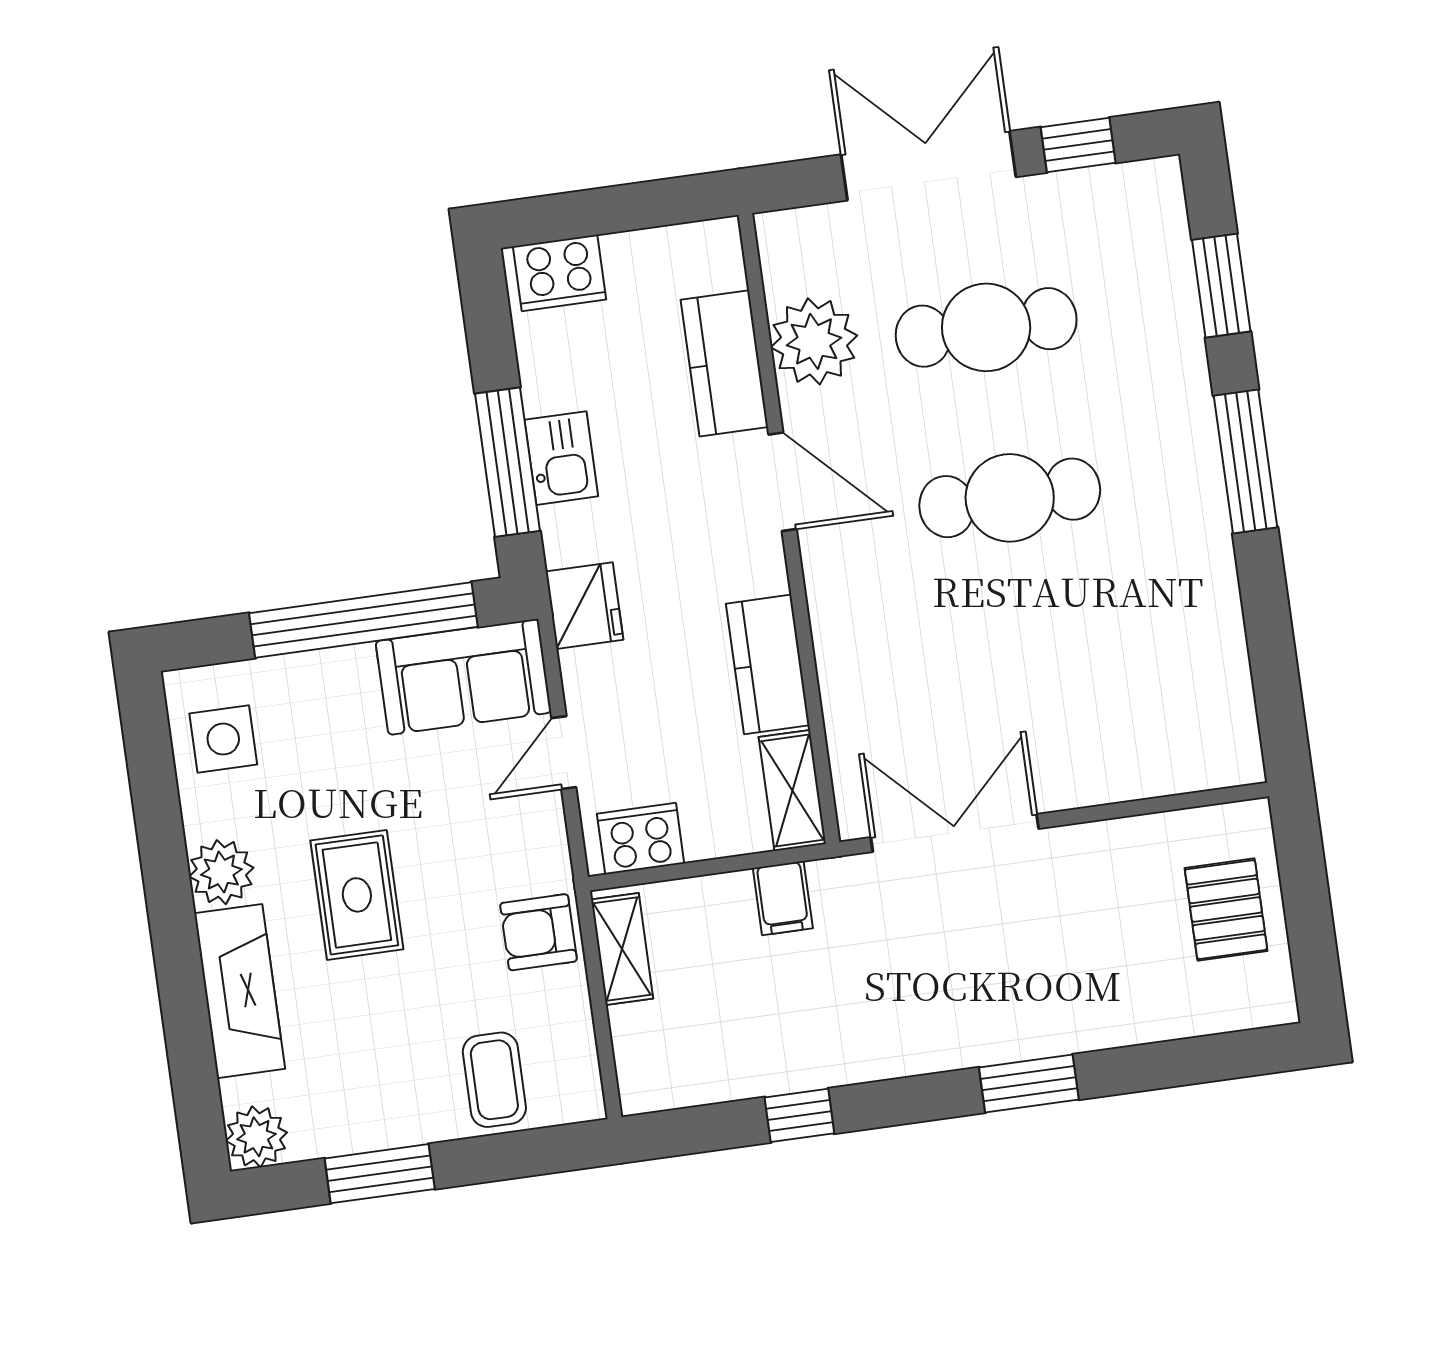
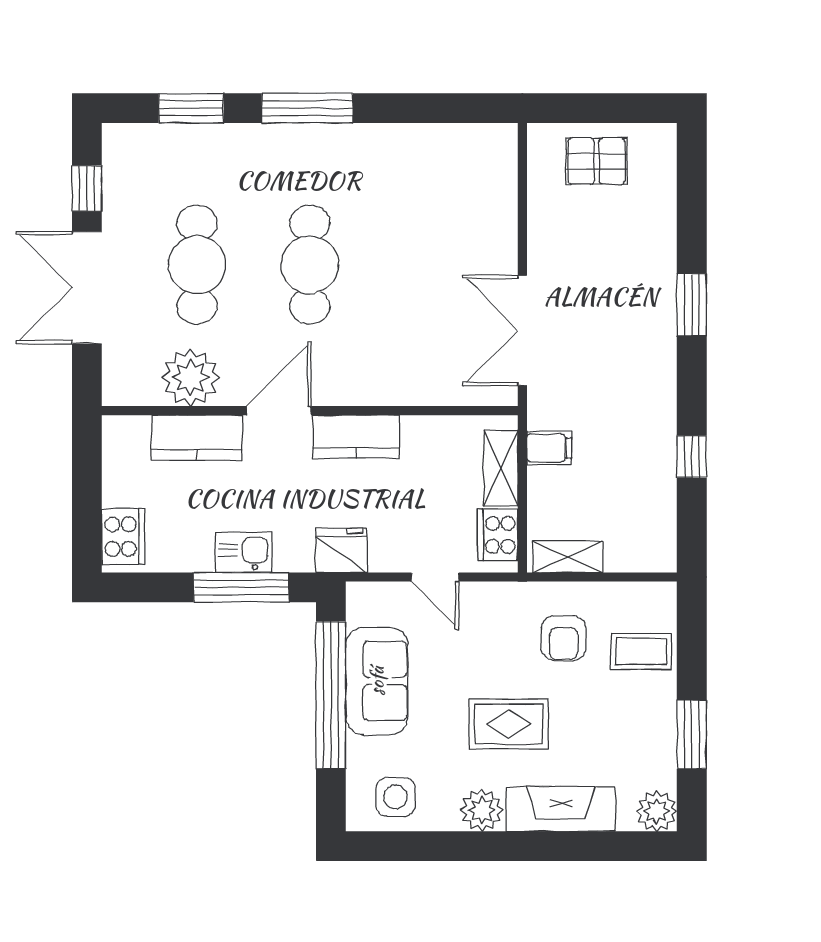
kitchen counter: (768, 664) -> (356, 437), moved
sofa: (463, 677) -> (377, 681), moved
shelving: (792, 790) -> (501, 468), moved, turned 90
armchair: (538, 932) -> (564, 638), moved

